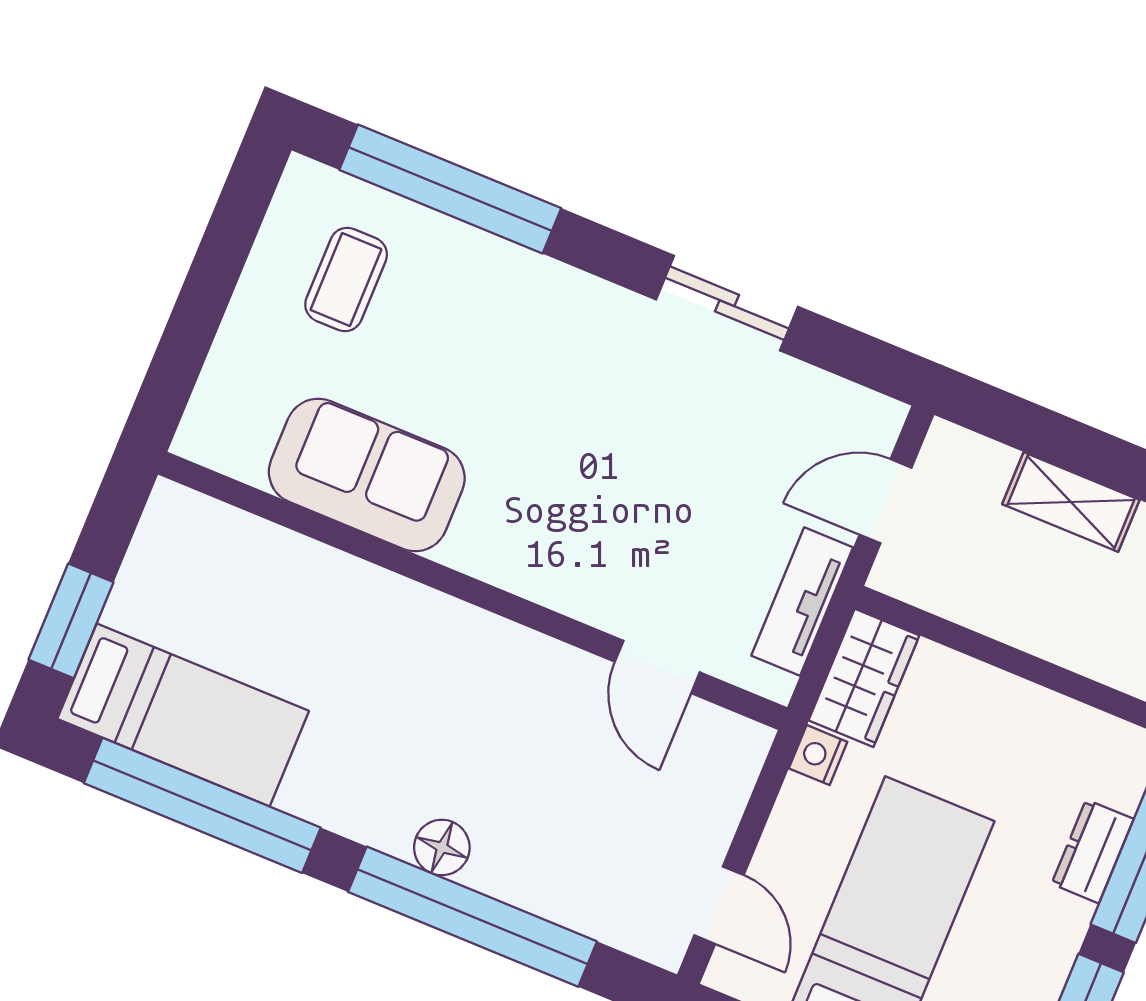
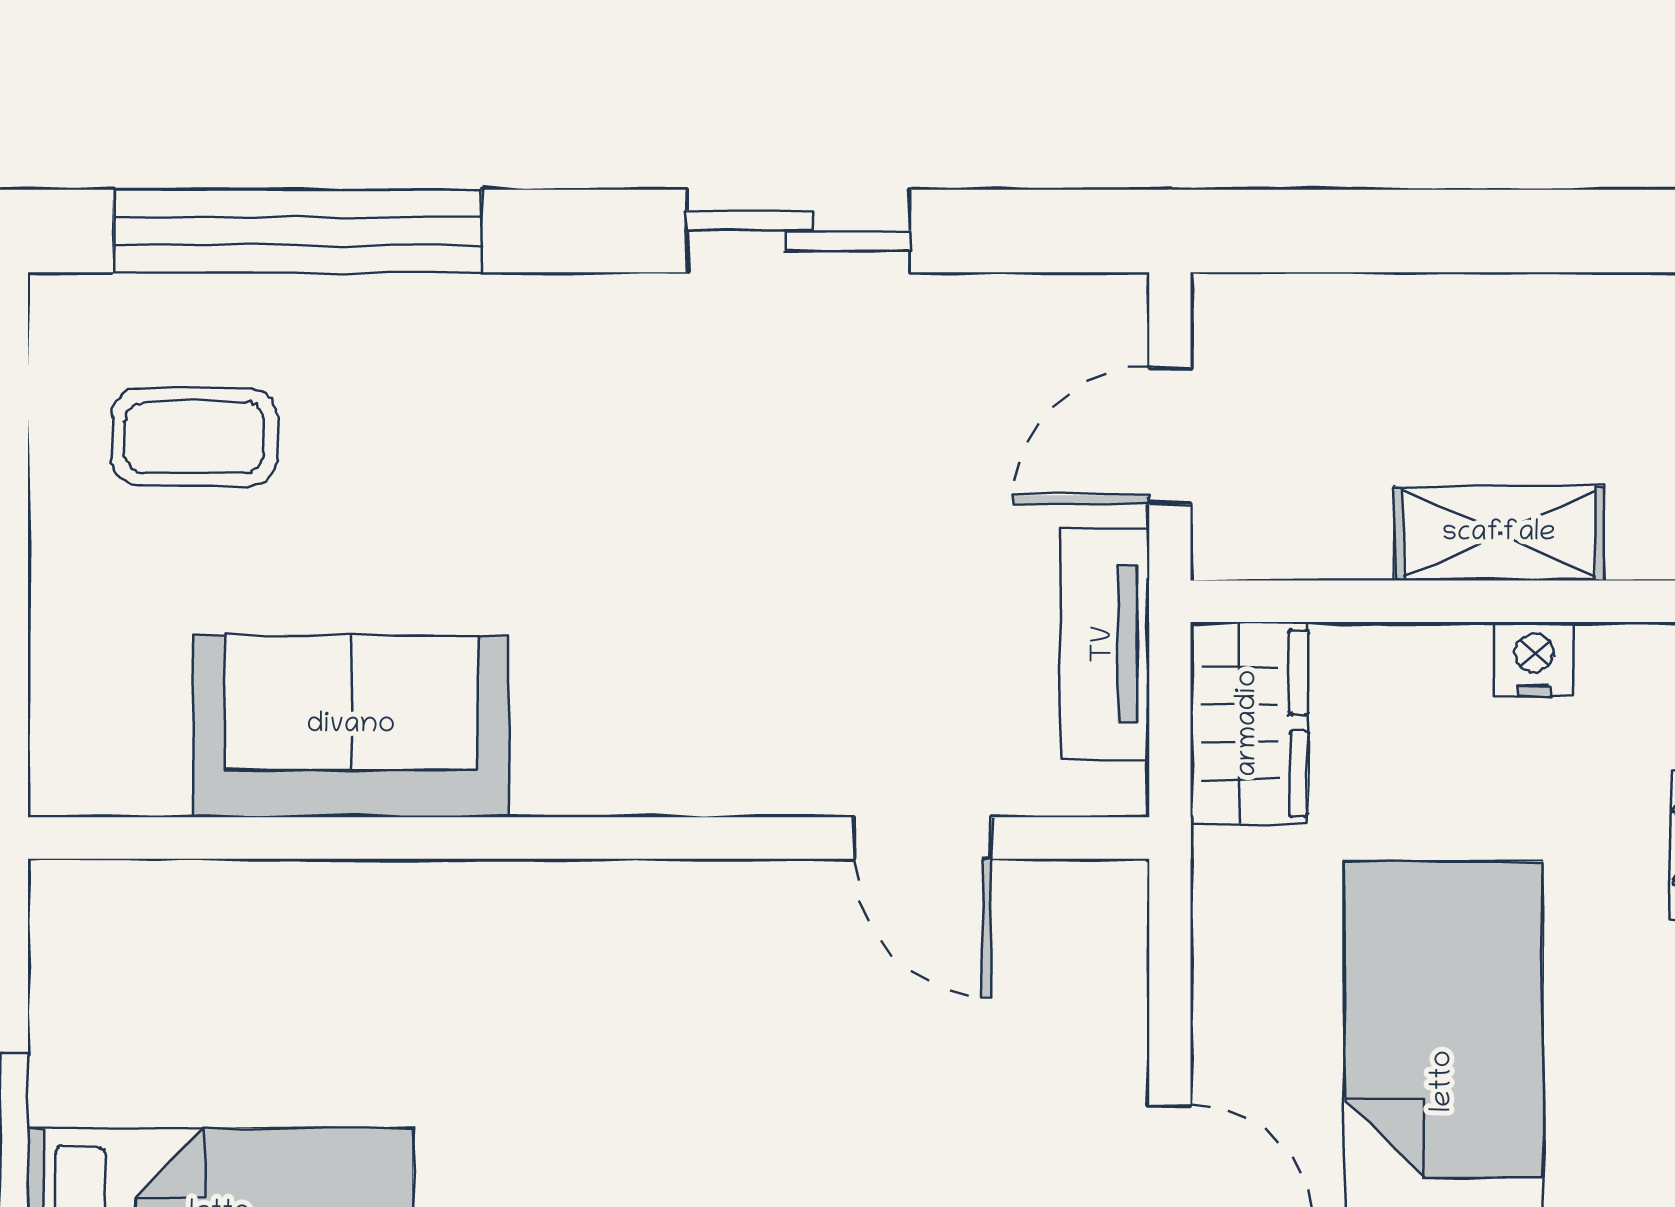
coffee table: (346, 280) -> (194, 437), turned 90
shelving: (1071, 502) -> (1499, 534), moved
nightstand: (818, 755) -> (1534, 659), moved, turned 90

